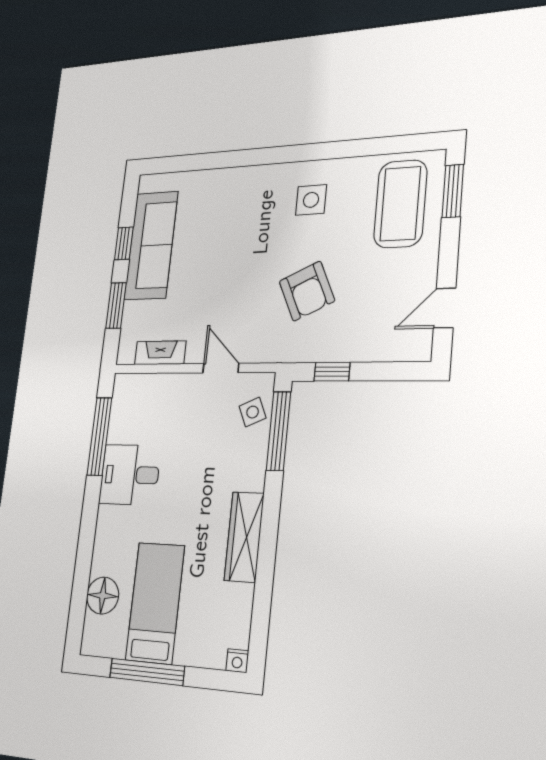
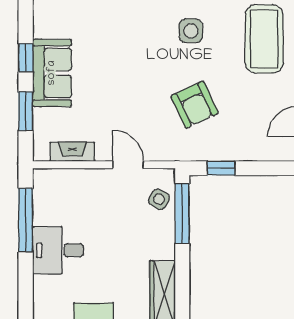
sofa: (151, 245) -> (52, 73), width x0.73
side table: (253, 412) -> (159, 199), turned -37

